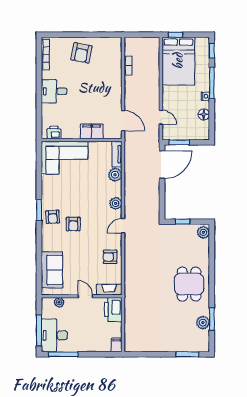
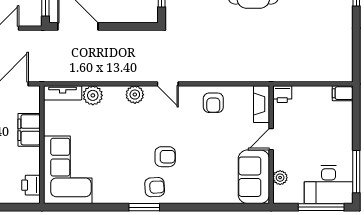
sofa: (52, 270) -> (254, 177), moved, turned -90
printer: (113, 309) -> (282, 94), width x0.53, depth x0.68

